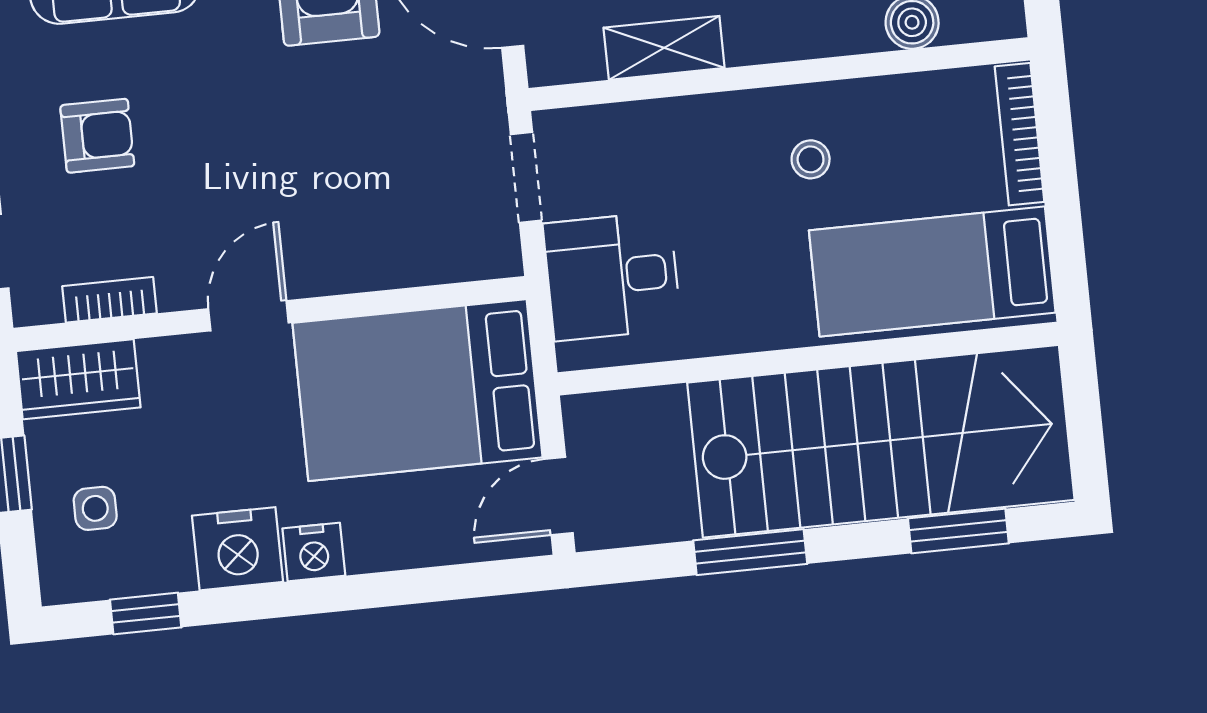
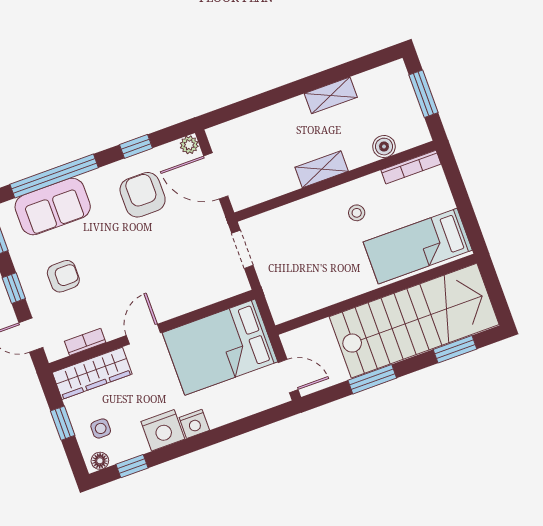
shelving: (664, 48) -> (322, 169), moved
bookcase: (1020, 134) -> (411, 167), moved, turned -90
desk: (612, 276) -> (288, 281), removed
wardrobe: (78, 379) -> (92, 373), width x1.50
door: (558, 496) -> (288, 376), swing flipped
floor lamp: (75, 582) -> (100, 461), added

